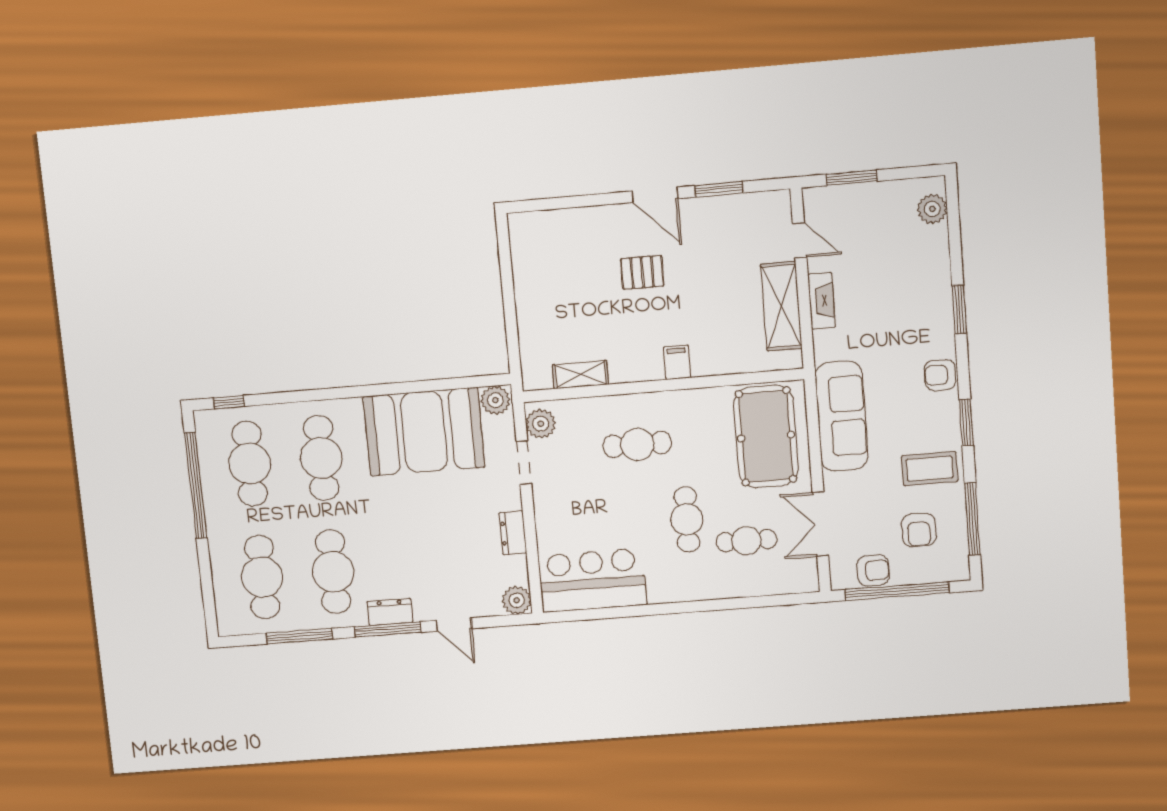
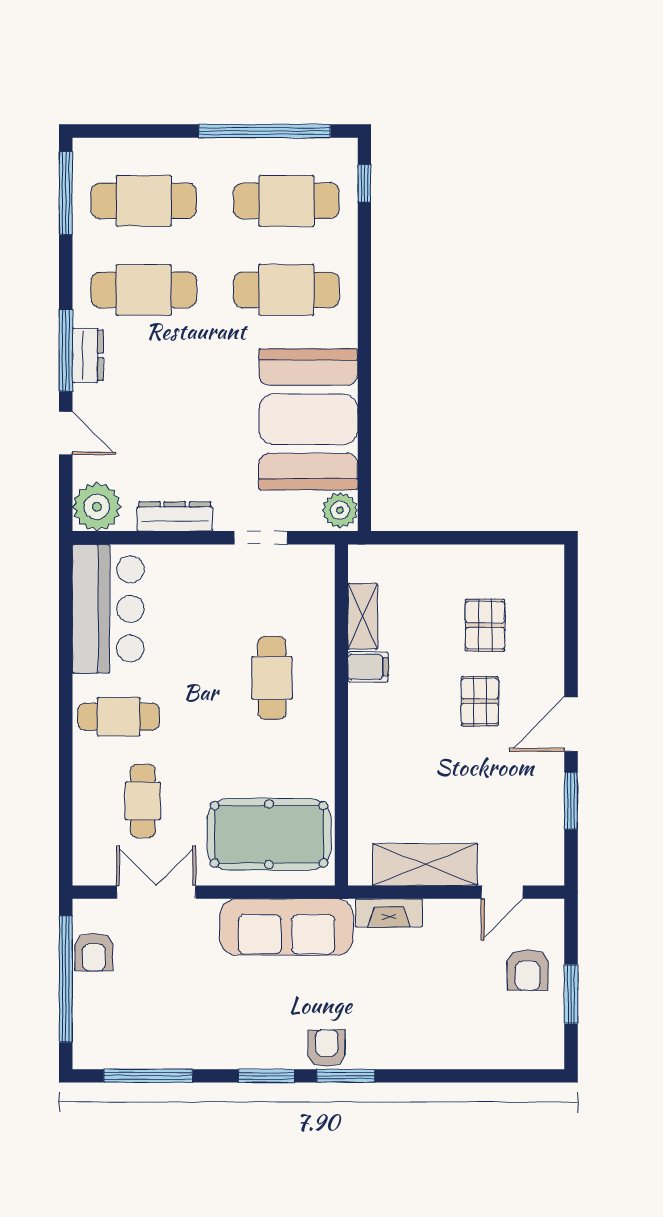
window: (852, 178) -> (571, 994), moved
plant: (932, 209) -> (526, 1052), removed
pallet: (579, 273) -> (485, 625), added
fireplace: (822, 301) -> (389, 913), moved
window: (959, 309) -> (346, 1076), moved
filing cabinet: (677, 362) -> (368, 667), moved
plant: (541, 424) -> (307, 563), removed
coffee table: (930, 469) -> (214, 1028), removed
cafe table: (687, 519) -> (119, 717), moved
armchair: (919, 530) -> (528, 970), moved, turned -90
dresser: (513, 533) -> (175, 516), width x1.44
plant: (517, 600) -> (97, 507), width x1.36, depth x1.36
door: (454, 625) -> (66, 433), swing flipped
window: (299, 636) -> (66, 193), moved

